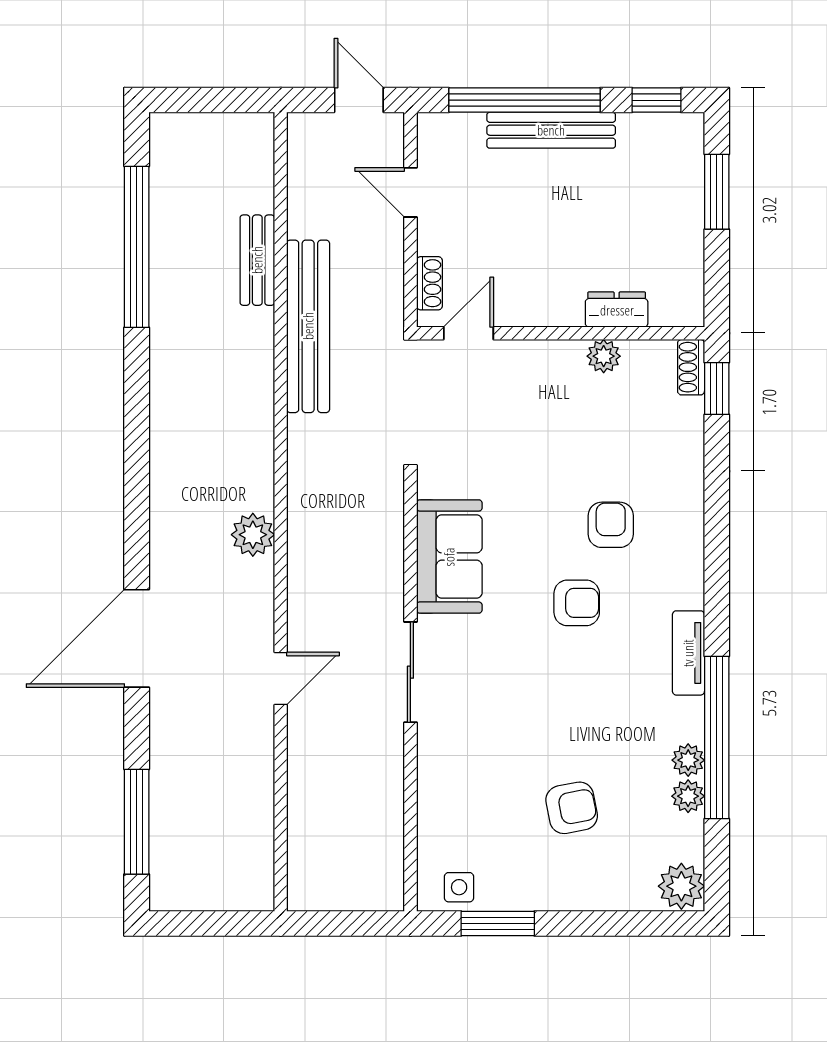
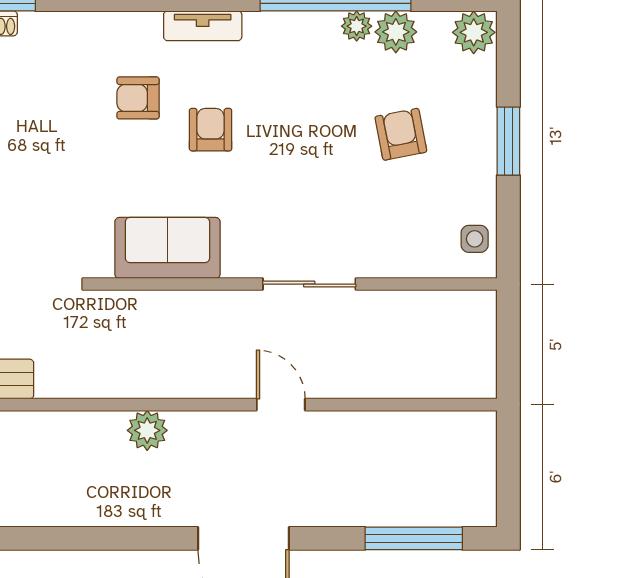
tv unit: (688, 653) -> (203, 26), moved
sliding door: (410, 672) -> (309, 284), moved
plant: (688, 796) -> (396, 32), width x1.38, depth x1.38
window: (498, 924) -> (508, 141), moved

